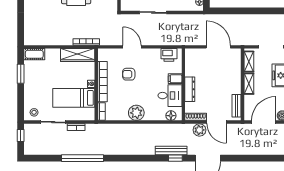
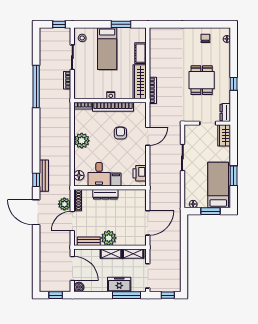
cot: (34, 54) -> (141, 53), moved
plant: (233, 86) -> (109, 238), added
bed: (74, 98) -> (107, 49), moved, turned 180

